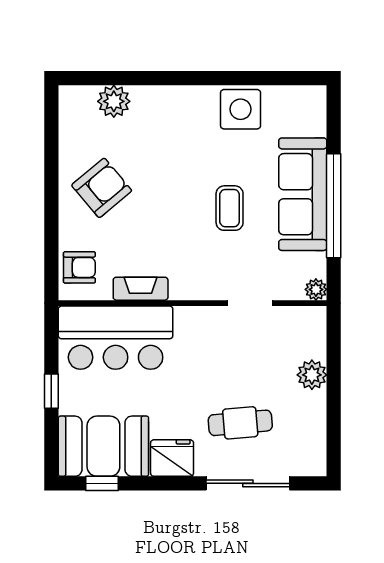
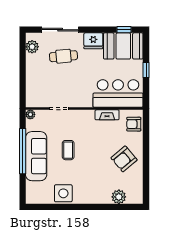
plant: (312, 375) -> (32, 47), moved

